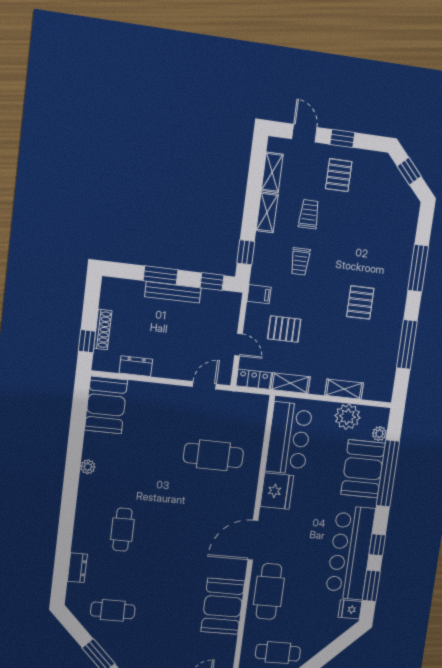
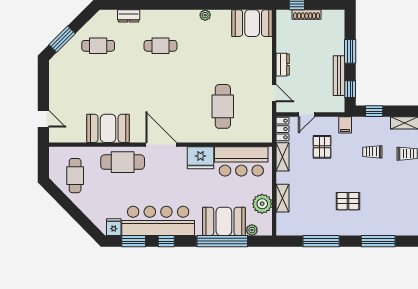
bench: (173, 292) -> (339, 76), moved
dresser: (136, 366) -> (283, 65), moved
cafe table: (113, 610) -> (98, 46), turned 90

